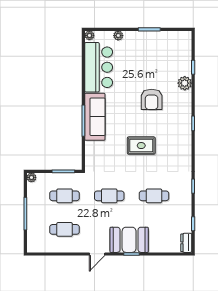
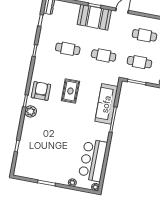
plant: (185, 83) -> (31, 111), moved
armchair: (152, 99) -> (41, 91), moved
sofa: (95, 117) -> (106, 104), moved
rug: (141, 146) -> (70, 91), turned 90

